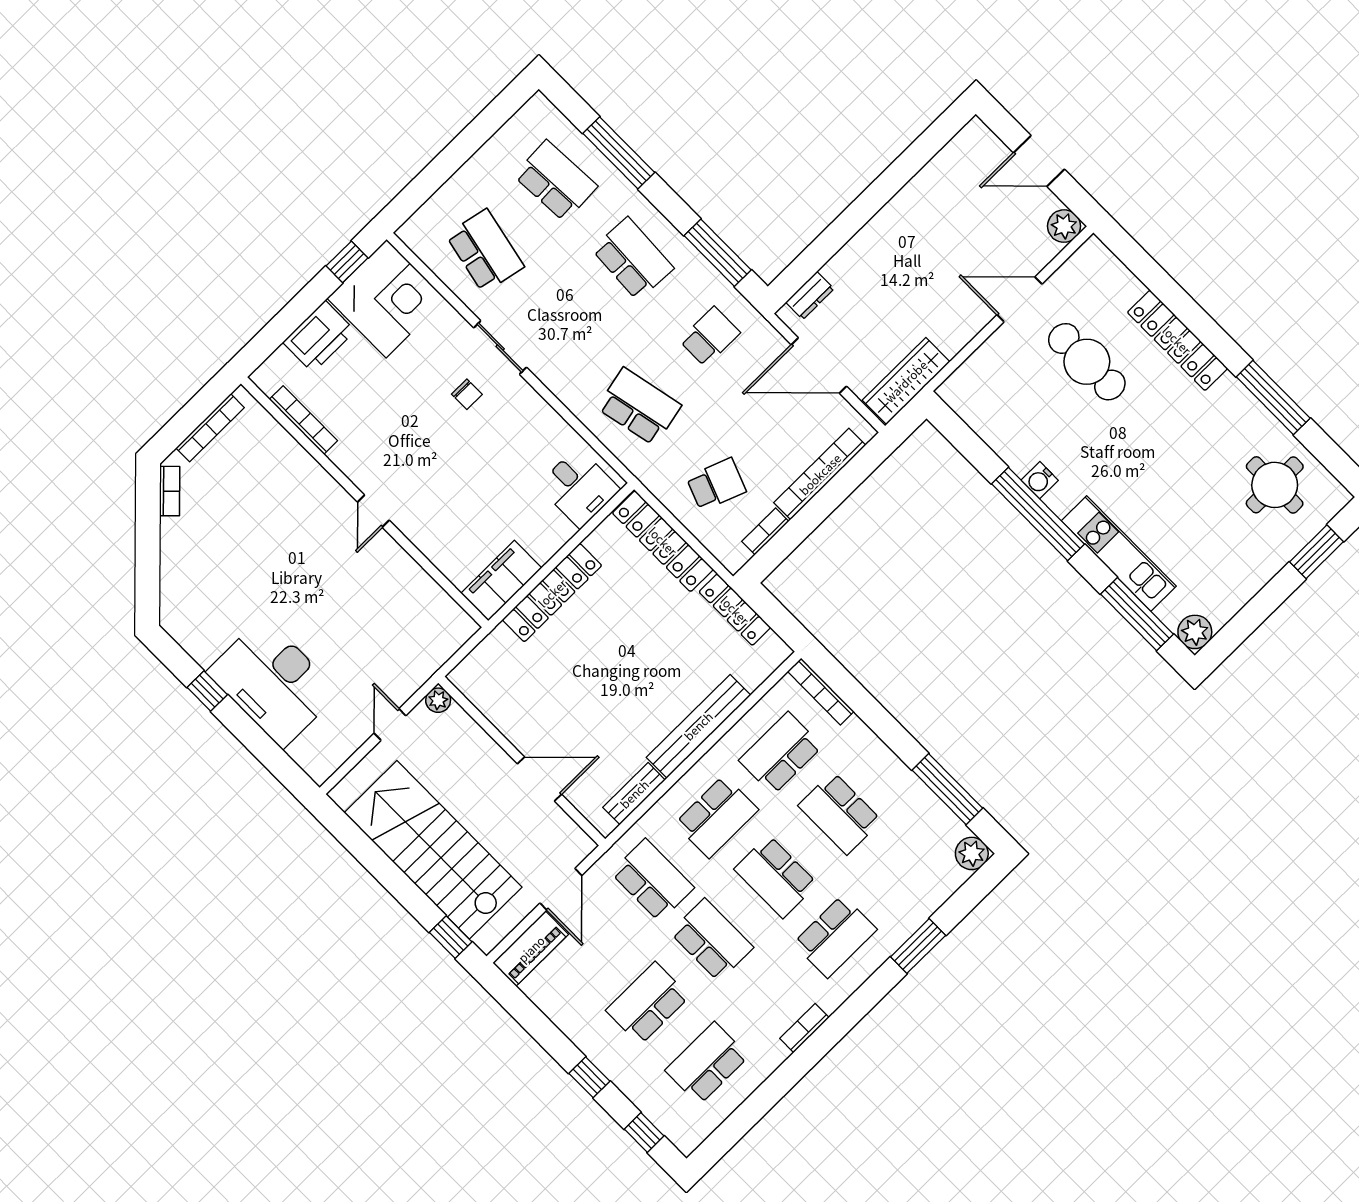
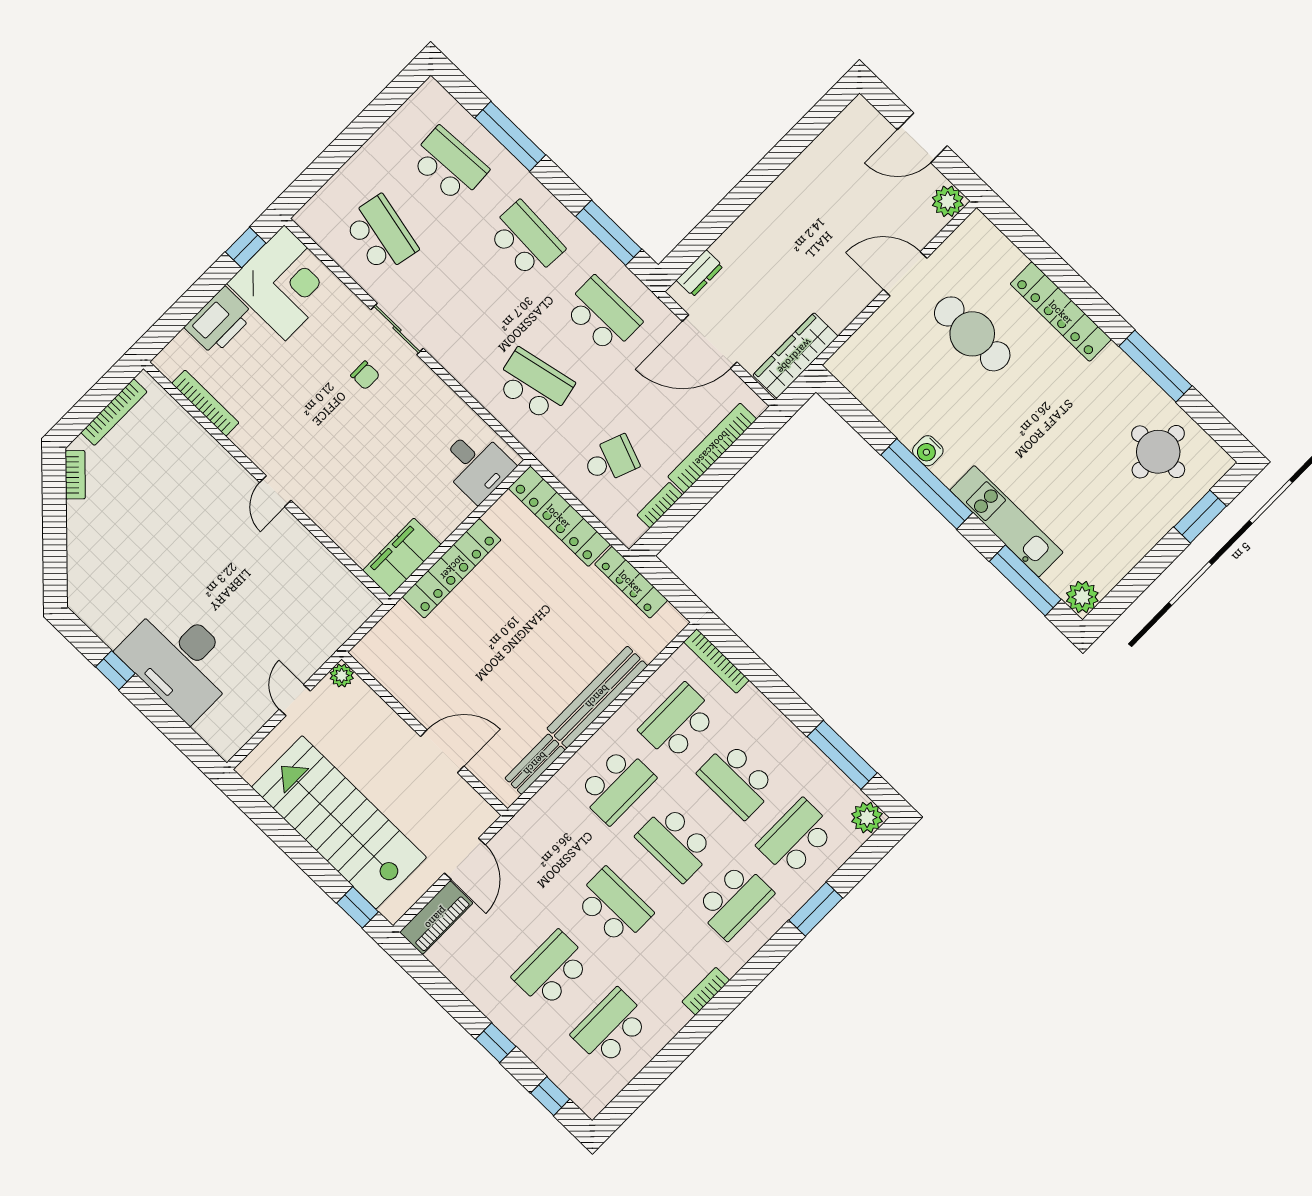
school desk: (710, 337) -> (602, 315), width x1.85
school desk: (652, 880) -> (796, 838), moved, turned -90

